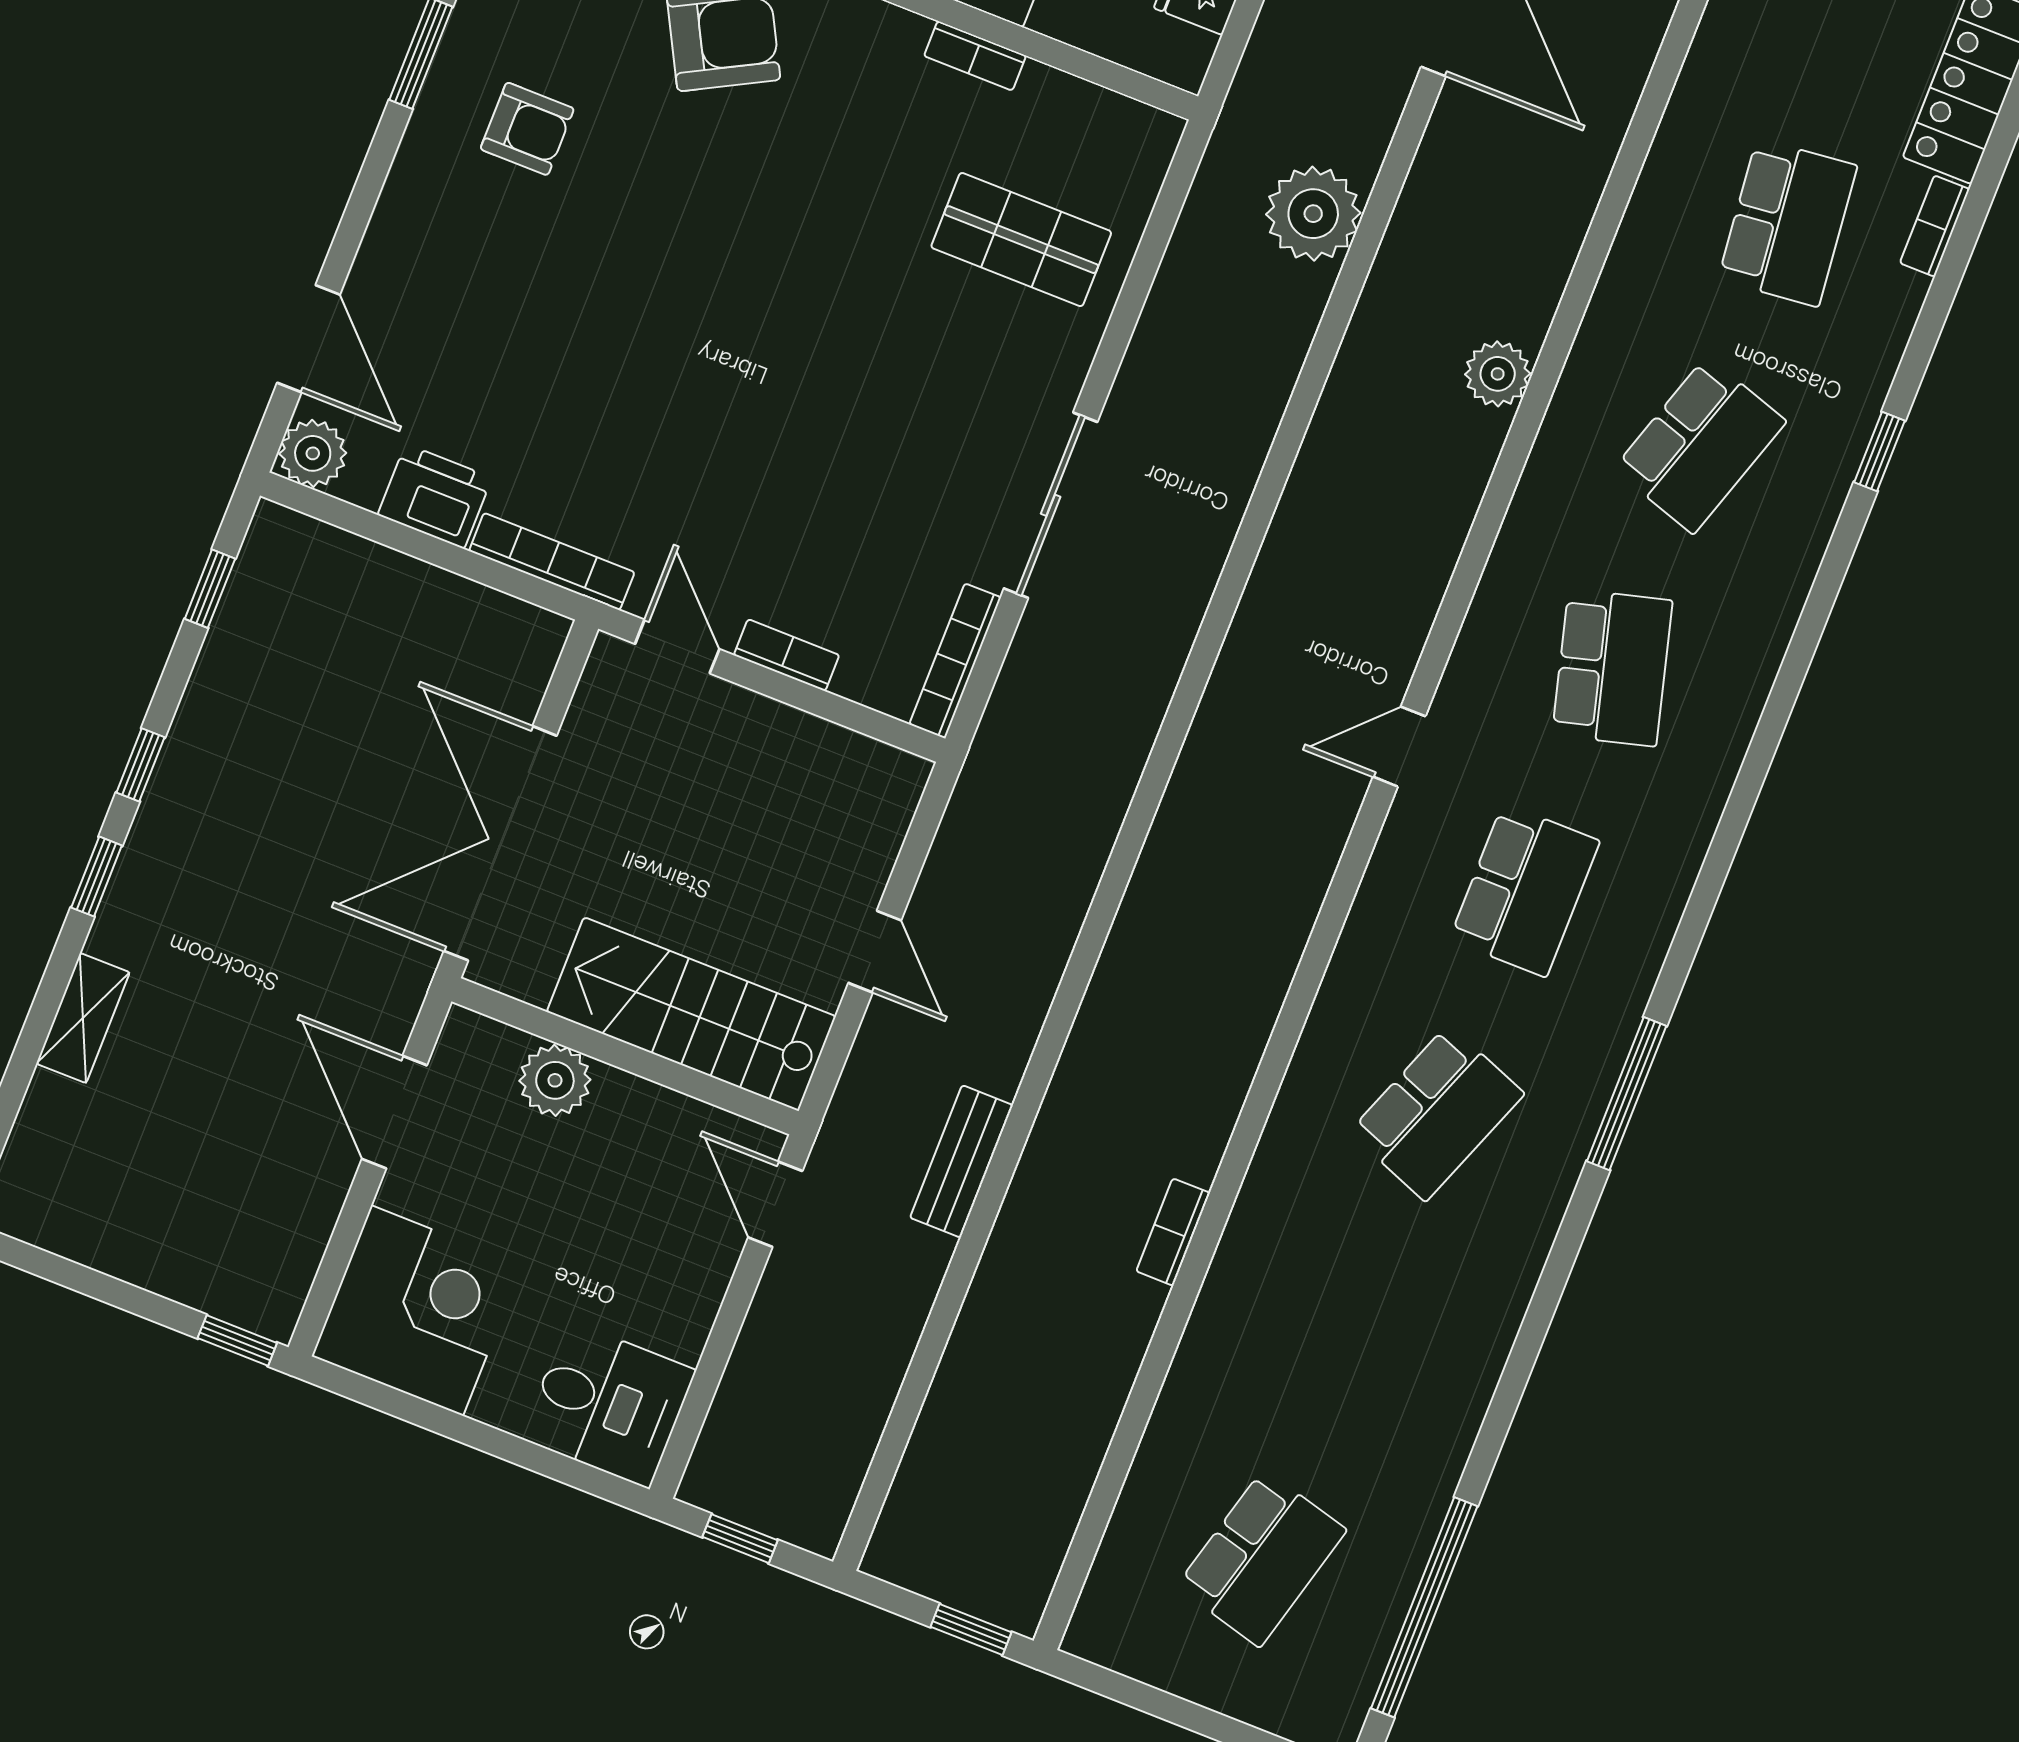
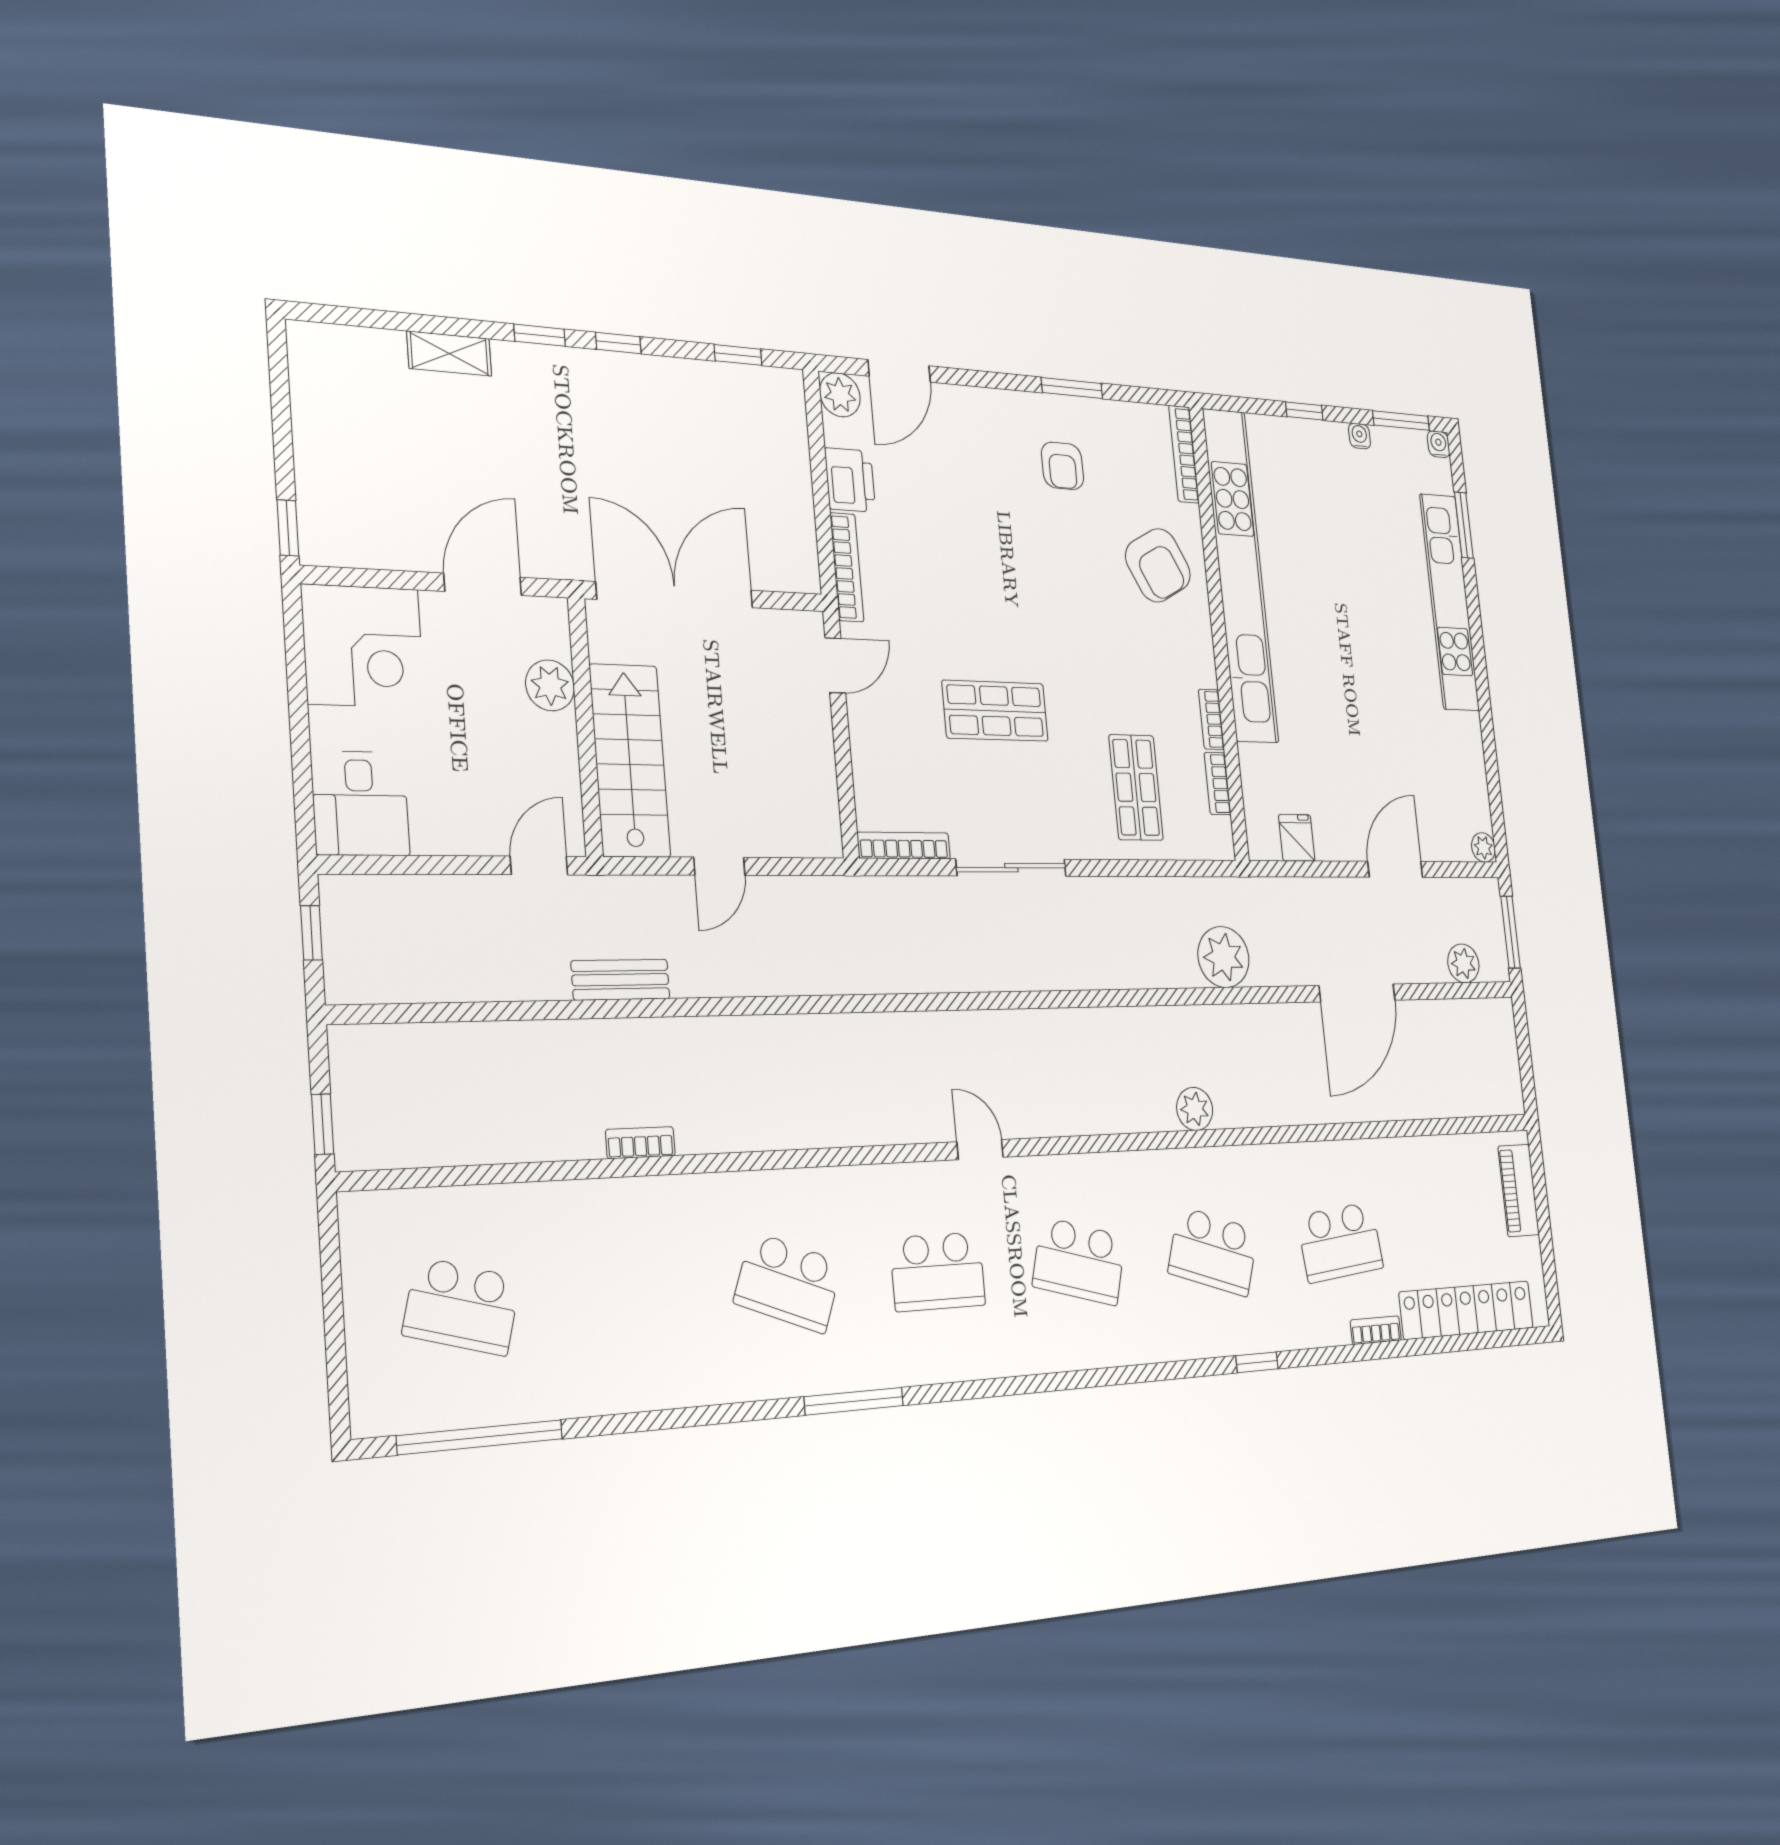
shop shelf: (829, 421) -> (995, 711), added
bookcase: (787, 655) -> (1218, 784), moved, turned 180
school desk: (1612, 668) -> (1079, 1261), turned 30

